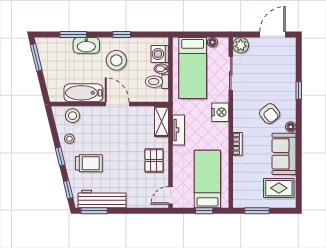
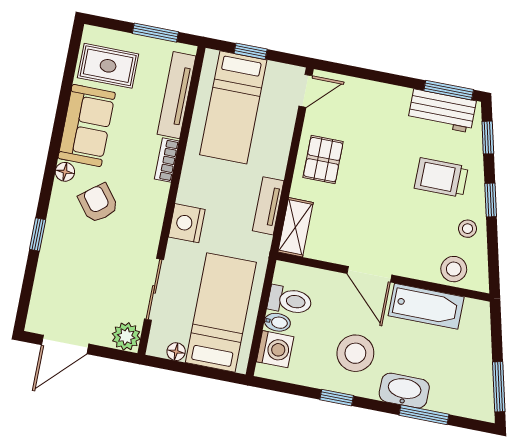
tv unit: (239, 180) -> (176, 95), added
workbench: (102, 199) -> (442, 111), width x0.73

